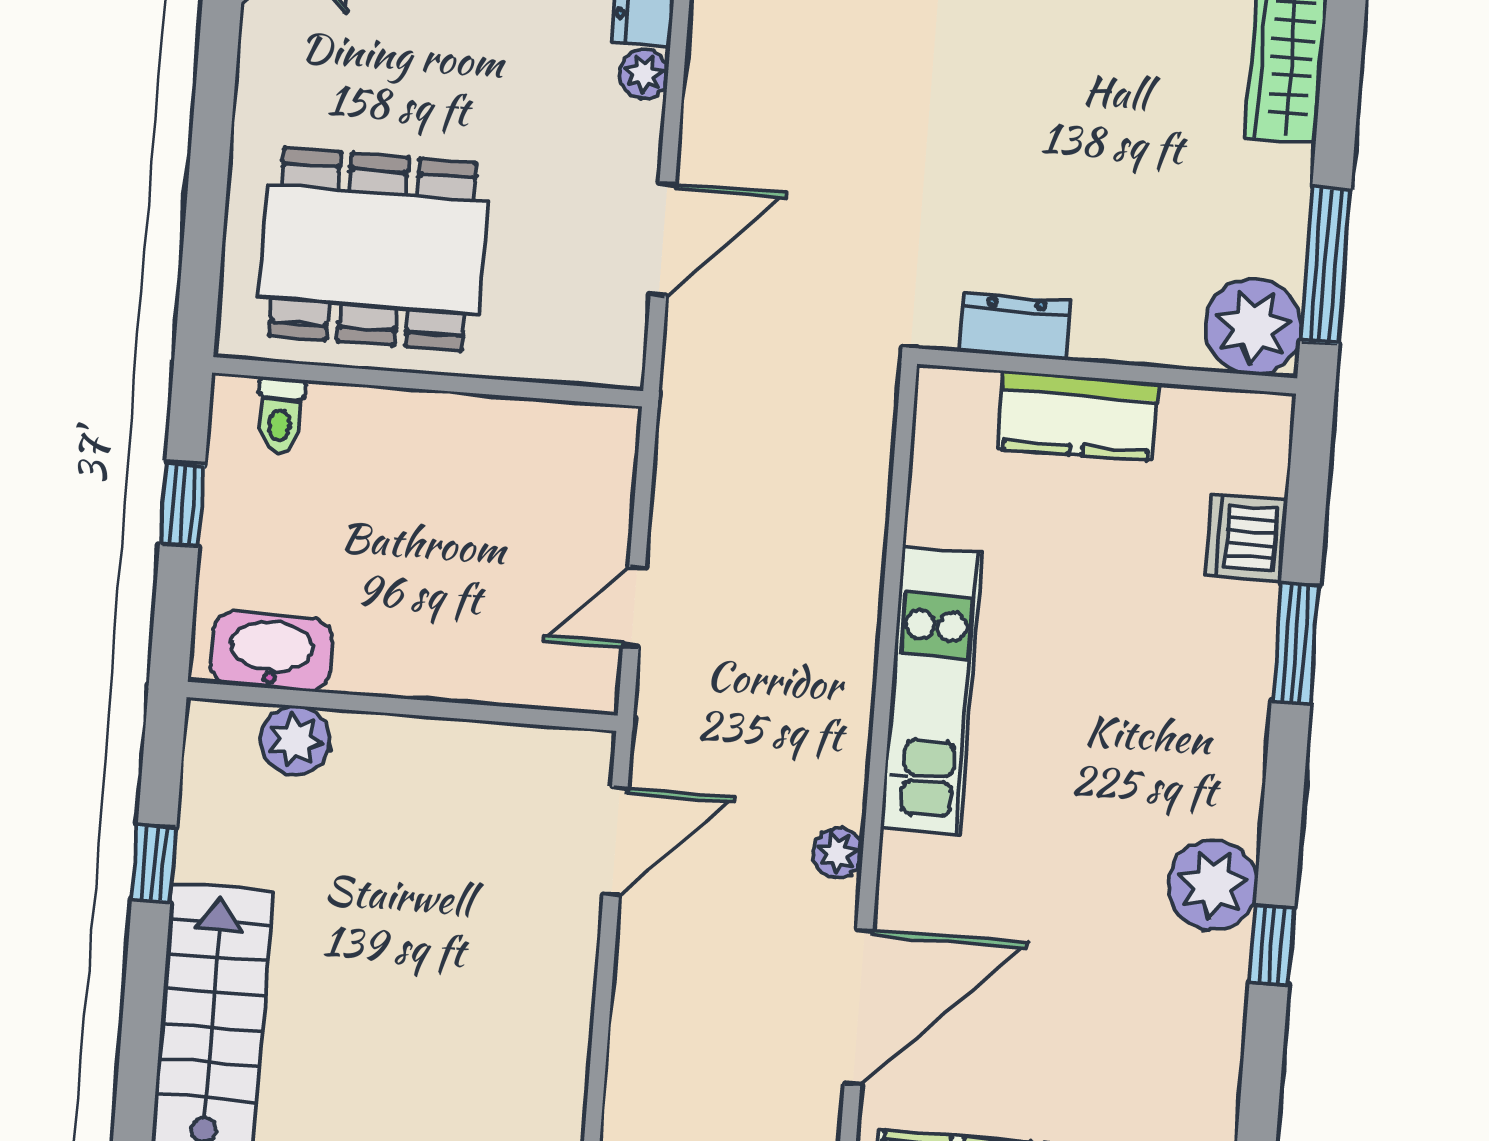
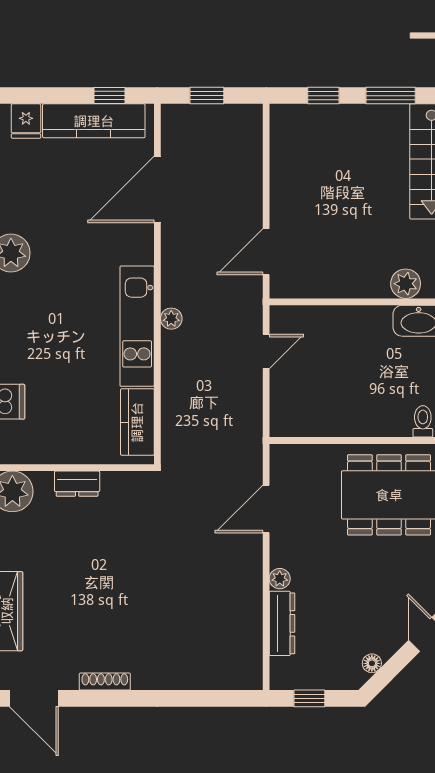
dresser: (1015, 326) -> (77, 484), moved
kitchen counter: (1078, 416) -> (137, 422), moved, turned -90
plant: (838, 853) -> (171, 319), moved

